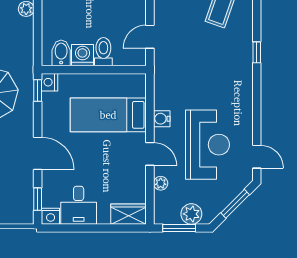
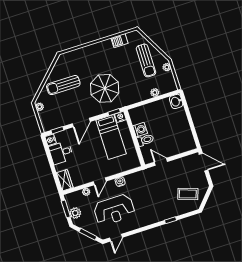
bidet: (61, 53) -> (138, 118), removed
bed: (108, 115) -> (111, 137), moved, turned 180

